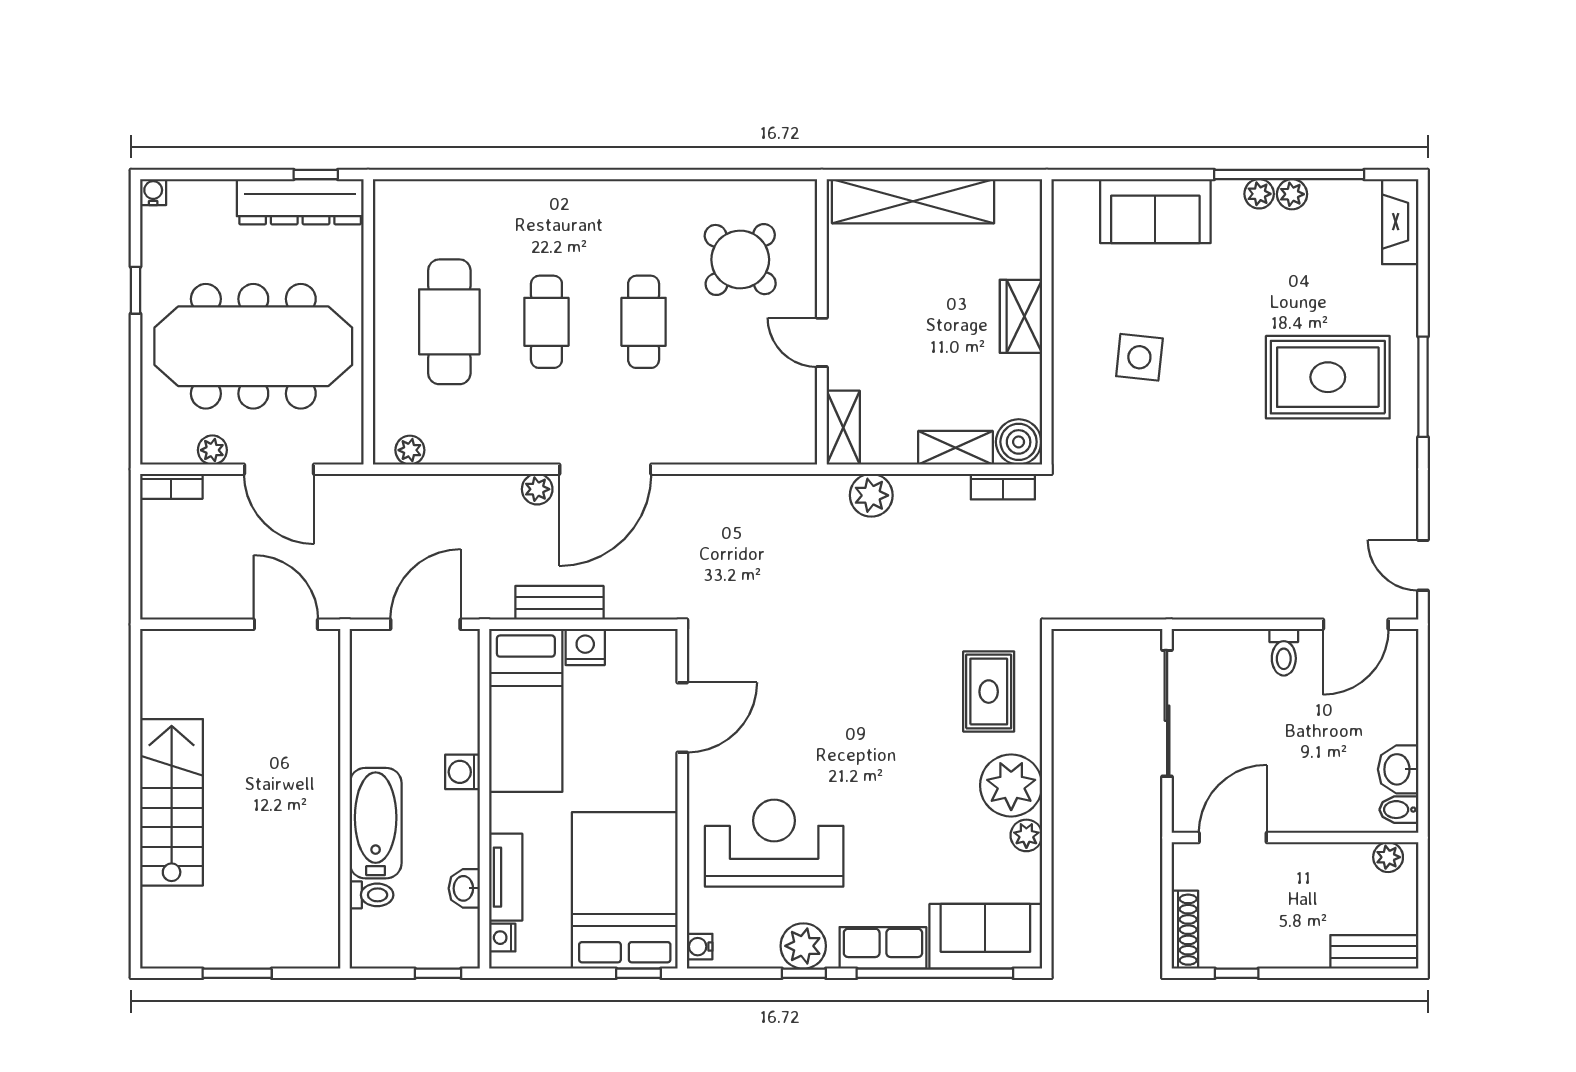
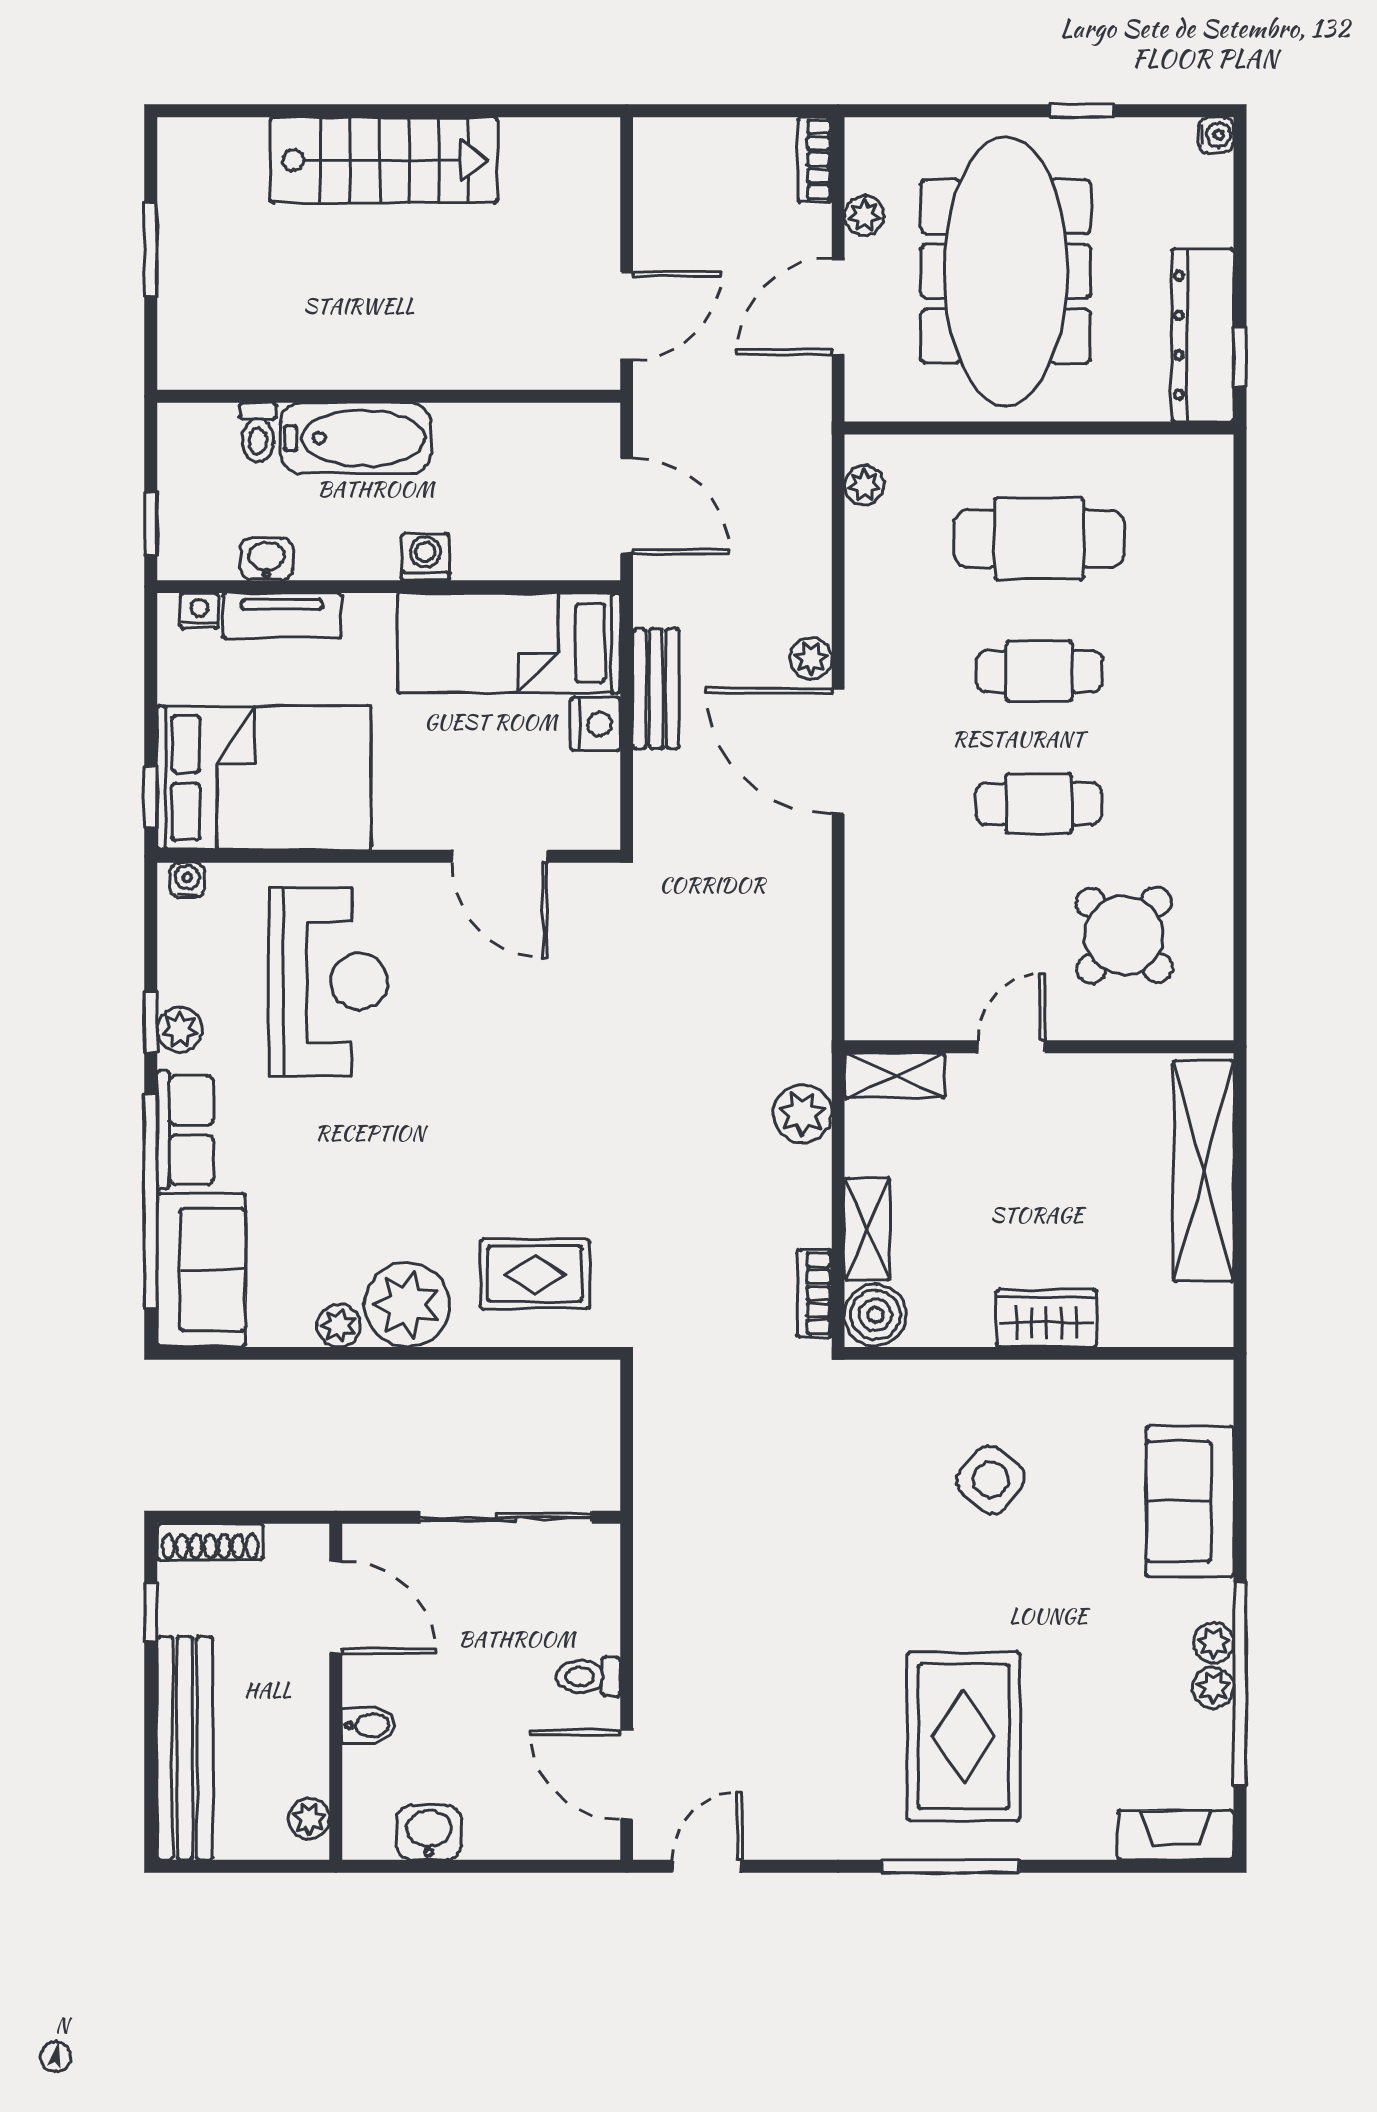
side table: (1139, 357) -> (991, 1480), turned 33
bidet: (1399, 810) -> (369, 1725), moved, turned 90
plant: (803, 946) -> (180, 1030), width x0.73, depth x0.73
bench: (1374, 952) -> (185, 1748), width x1.86, depth x1.21

